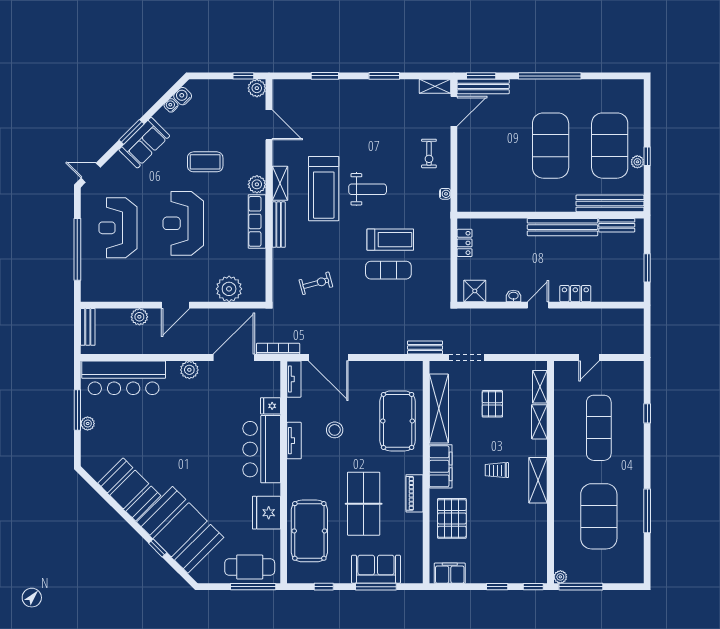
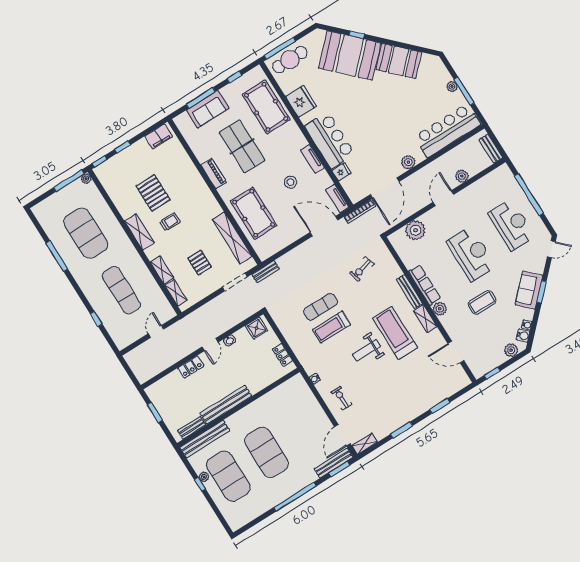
plant: (257, 88) -> (511, 350), moved
filing cabinet: (441, 466) -> (208, 202), removed
pallet: (452, 518) -> (153, 193), moved

